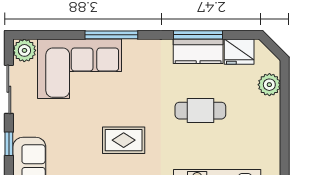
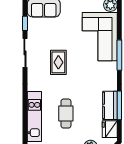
cafe table: (200, 111) -> (66, 114), moved

